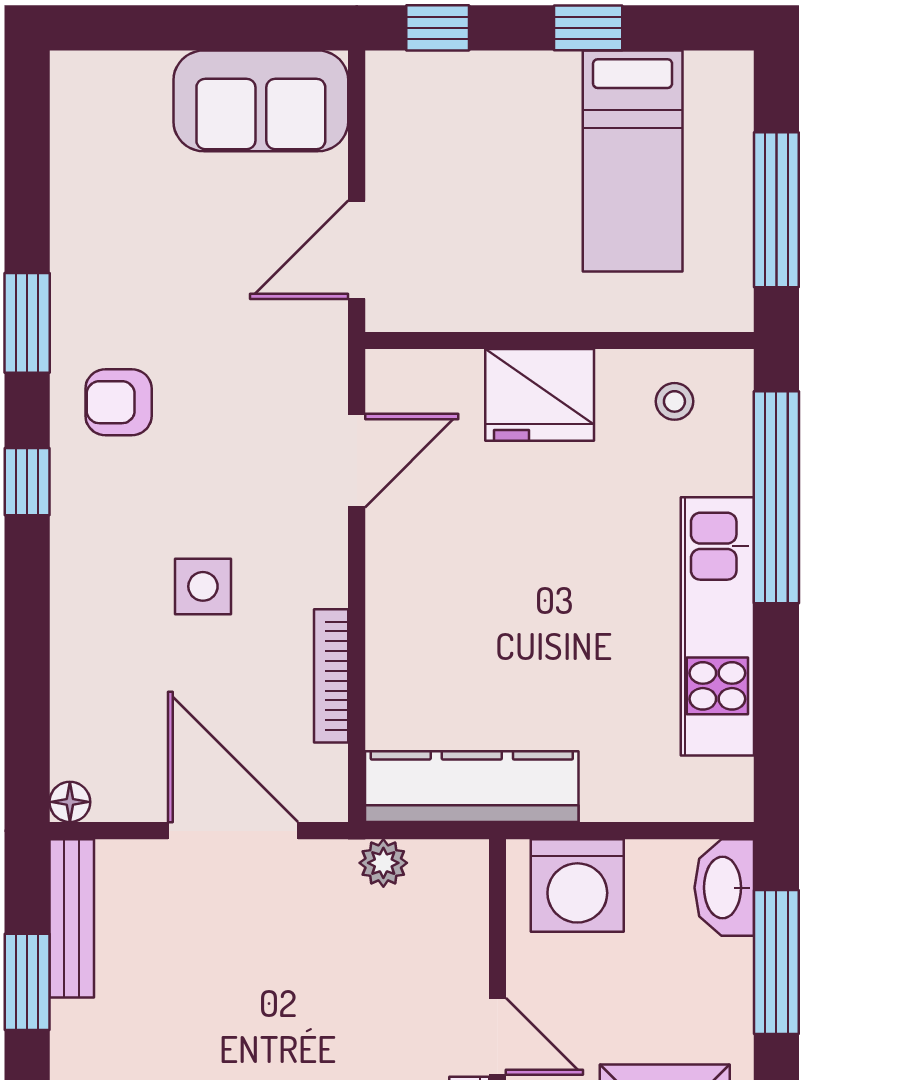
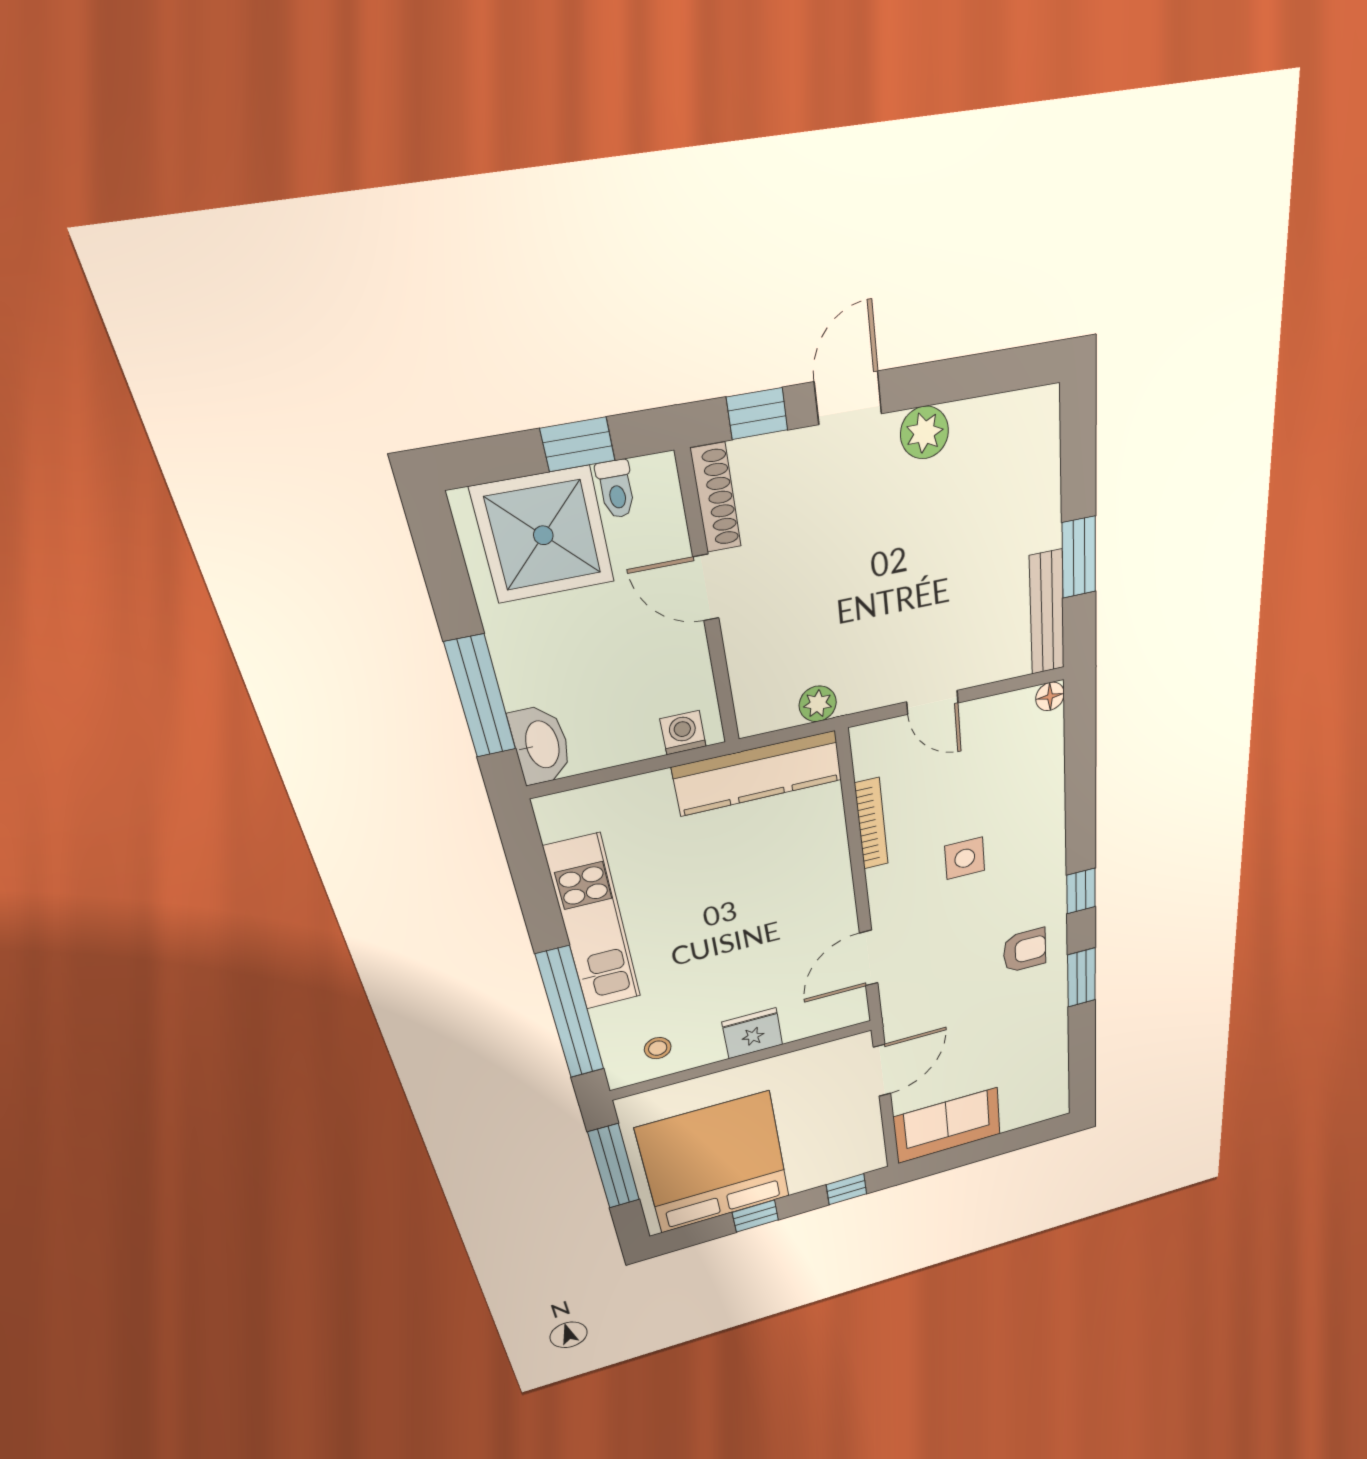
bed: (633, 161) -> (714, 1163), width x2.04
fridge: (540, 395) -> (752, 1033), width x0.73, depth x0.75
door: (233, 831) -> (932, 702), width x0.53
washing machine: (577, 886) -> (683, 733), width x0.53, depth x0.53

